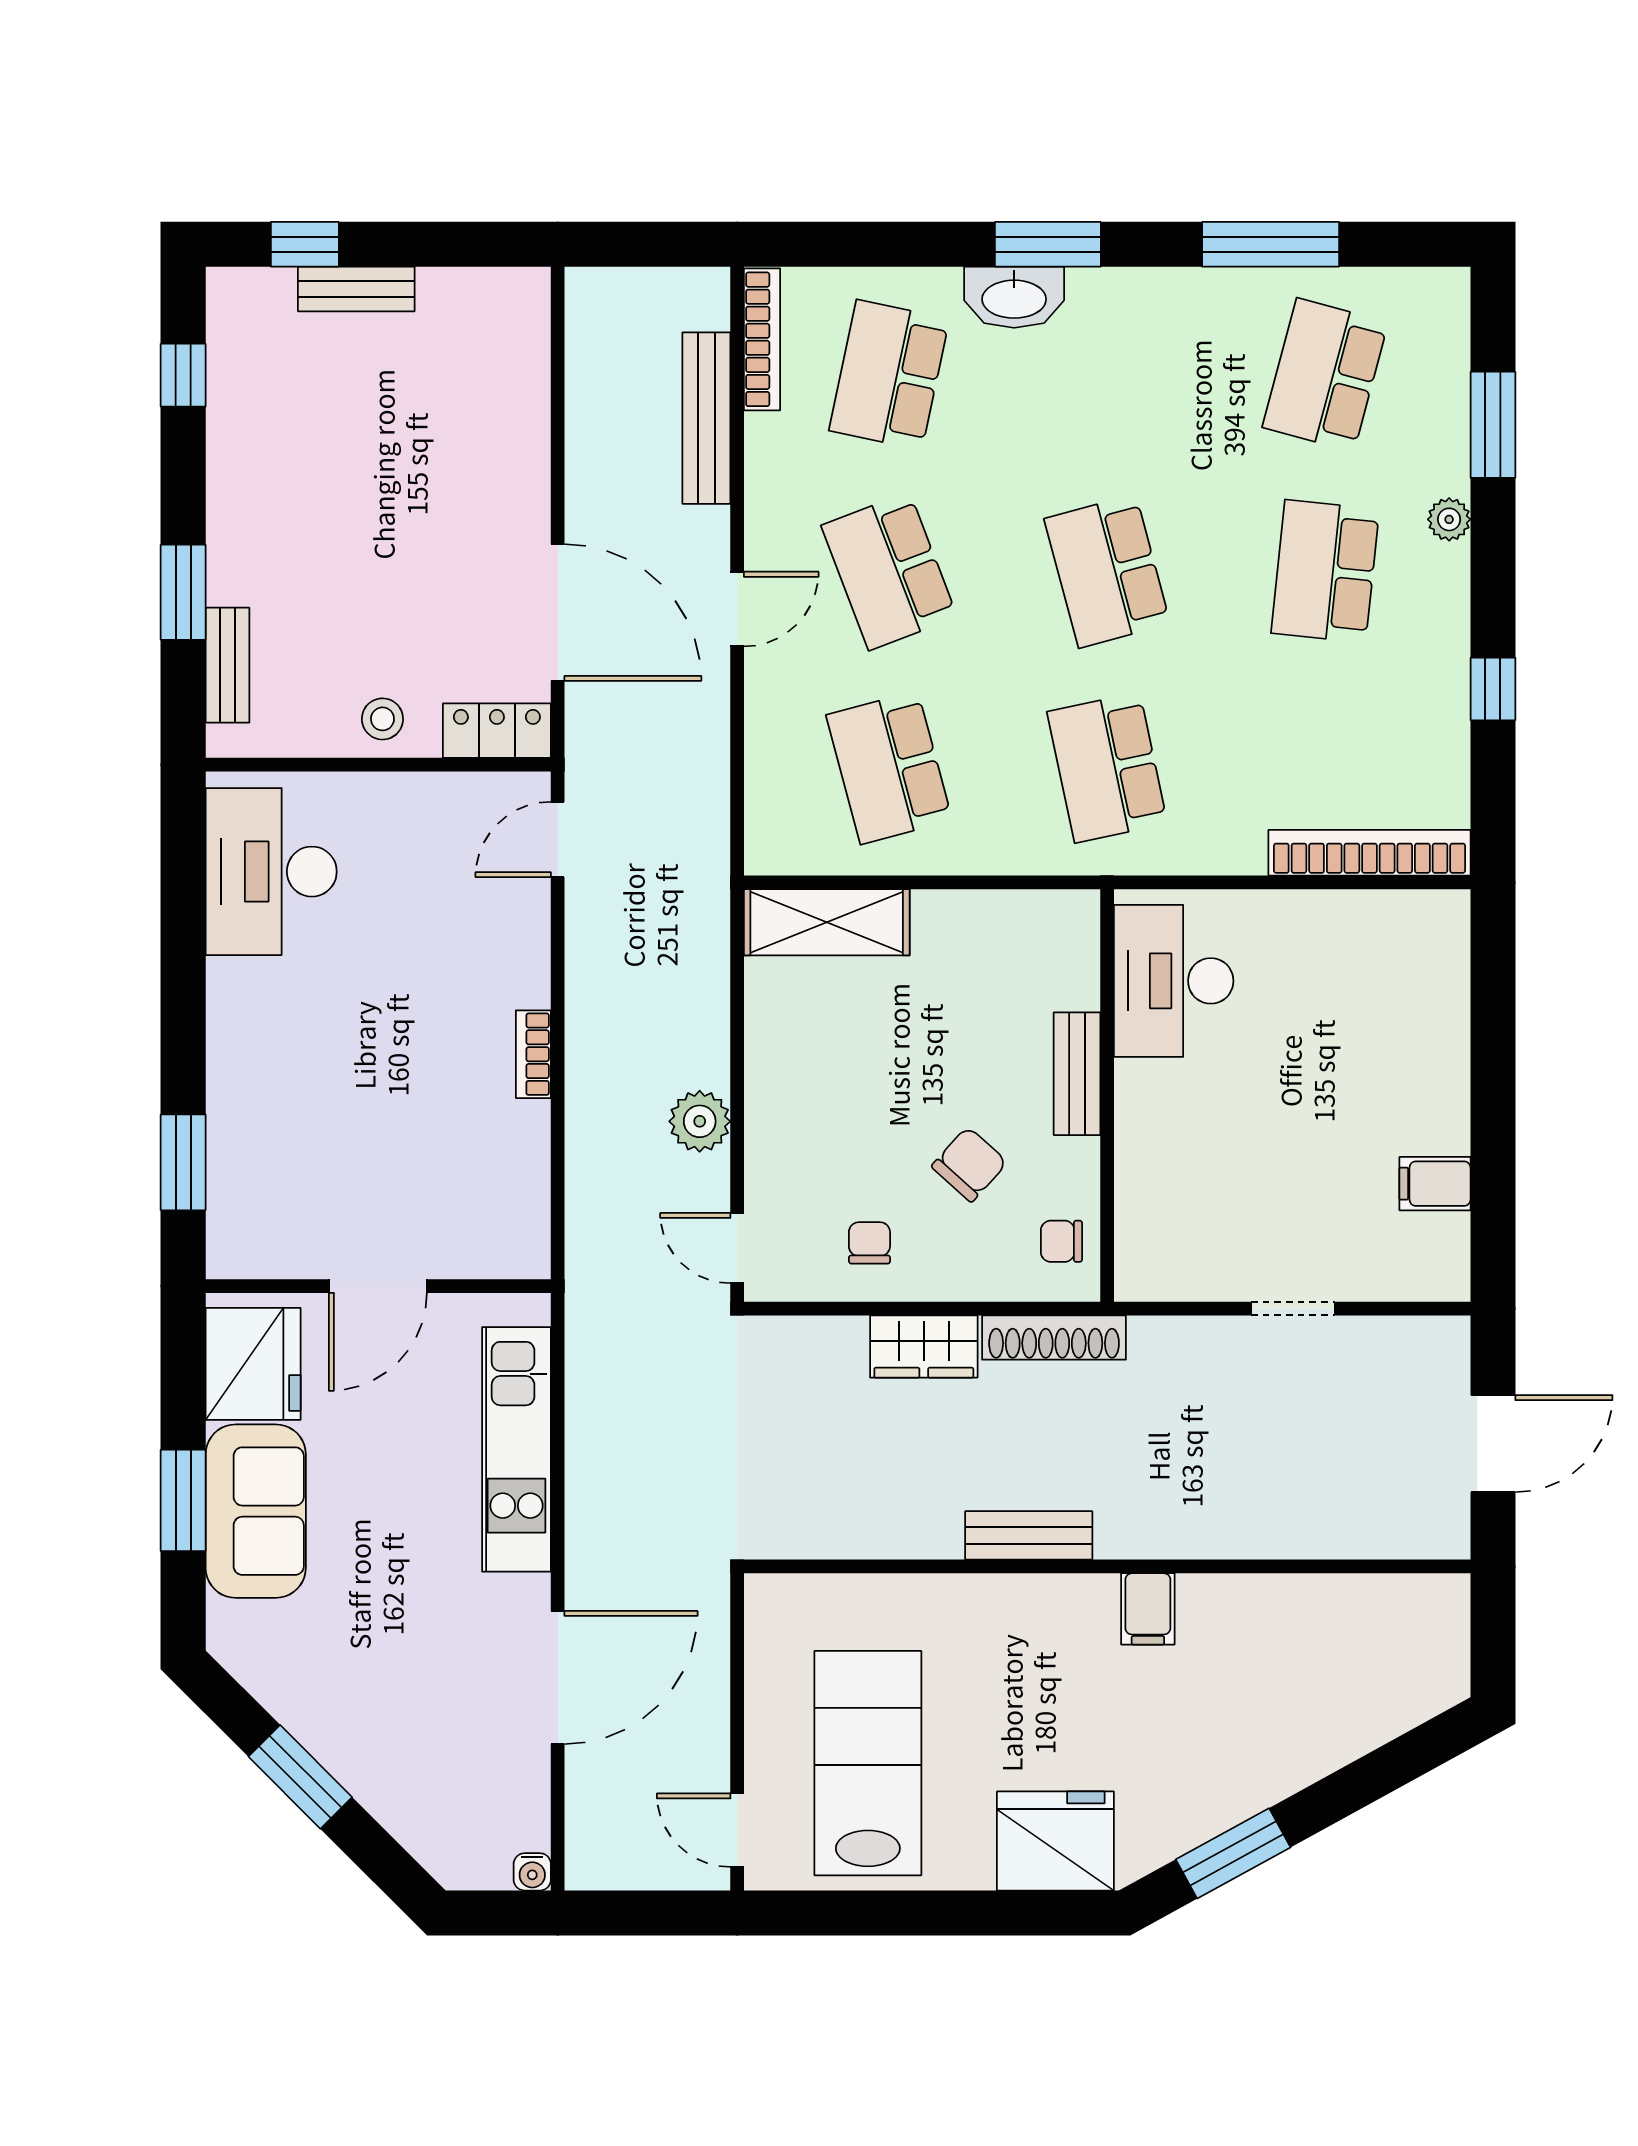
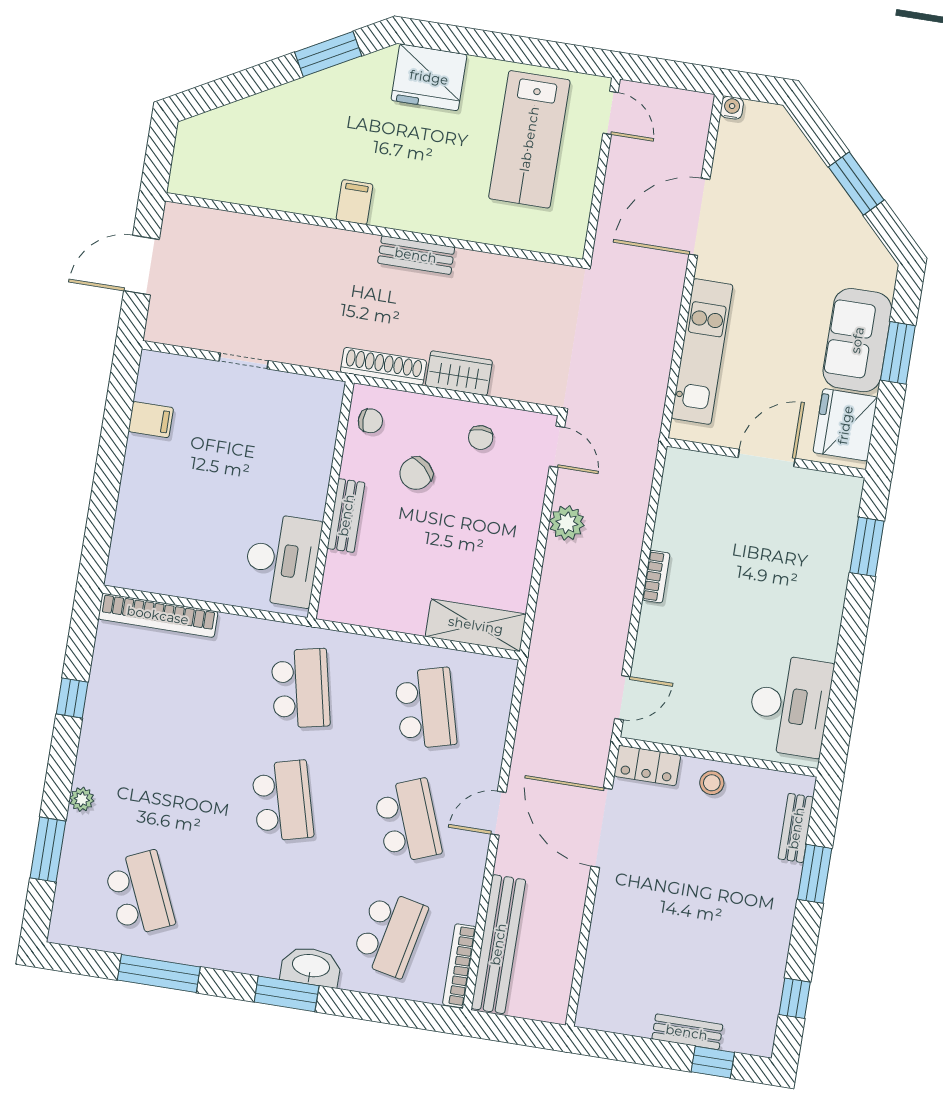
school desk: (1325, 375) -> (139, 894), turned -39
bench: (706, 418) -> (498, 944), width x1.37, depth x1.21
school desk: (1325, 571) -> (158, 781), removed

